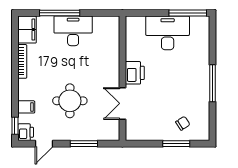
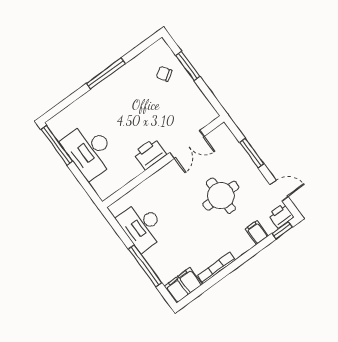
desk: (73, 31) -> (142, 226), moved

